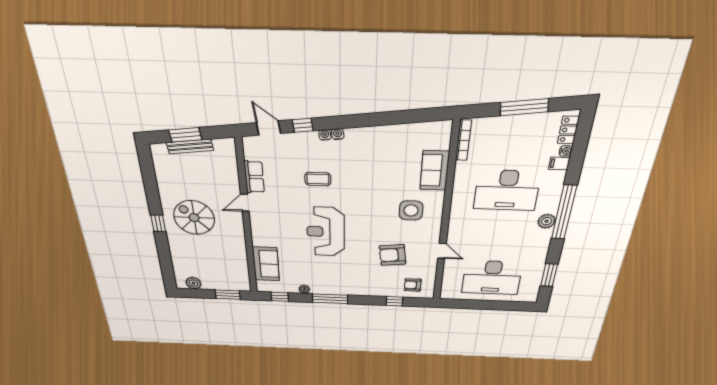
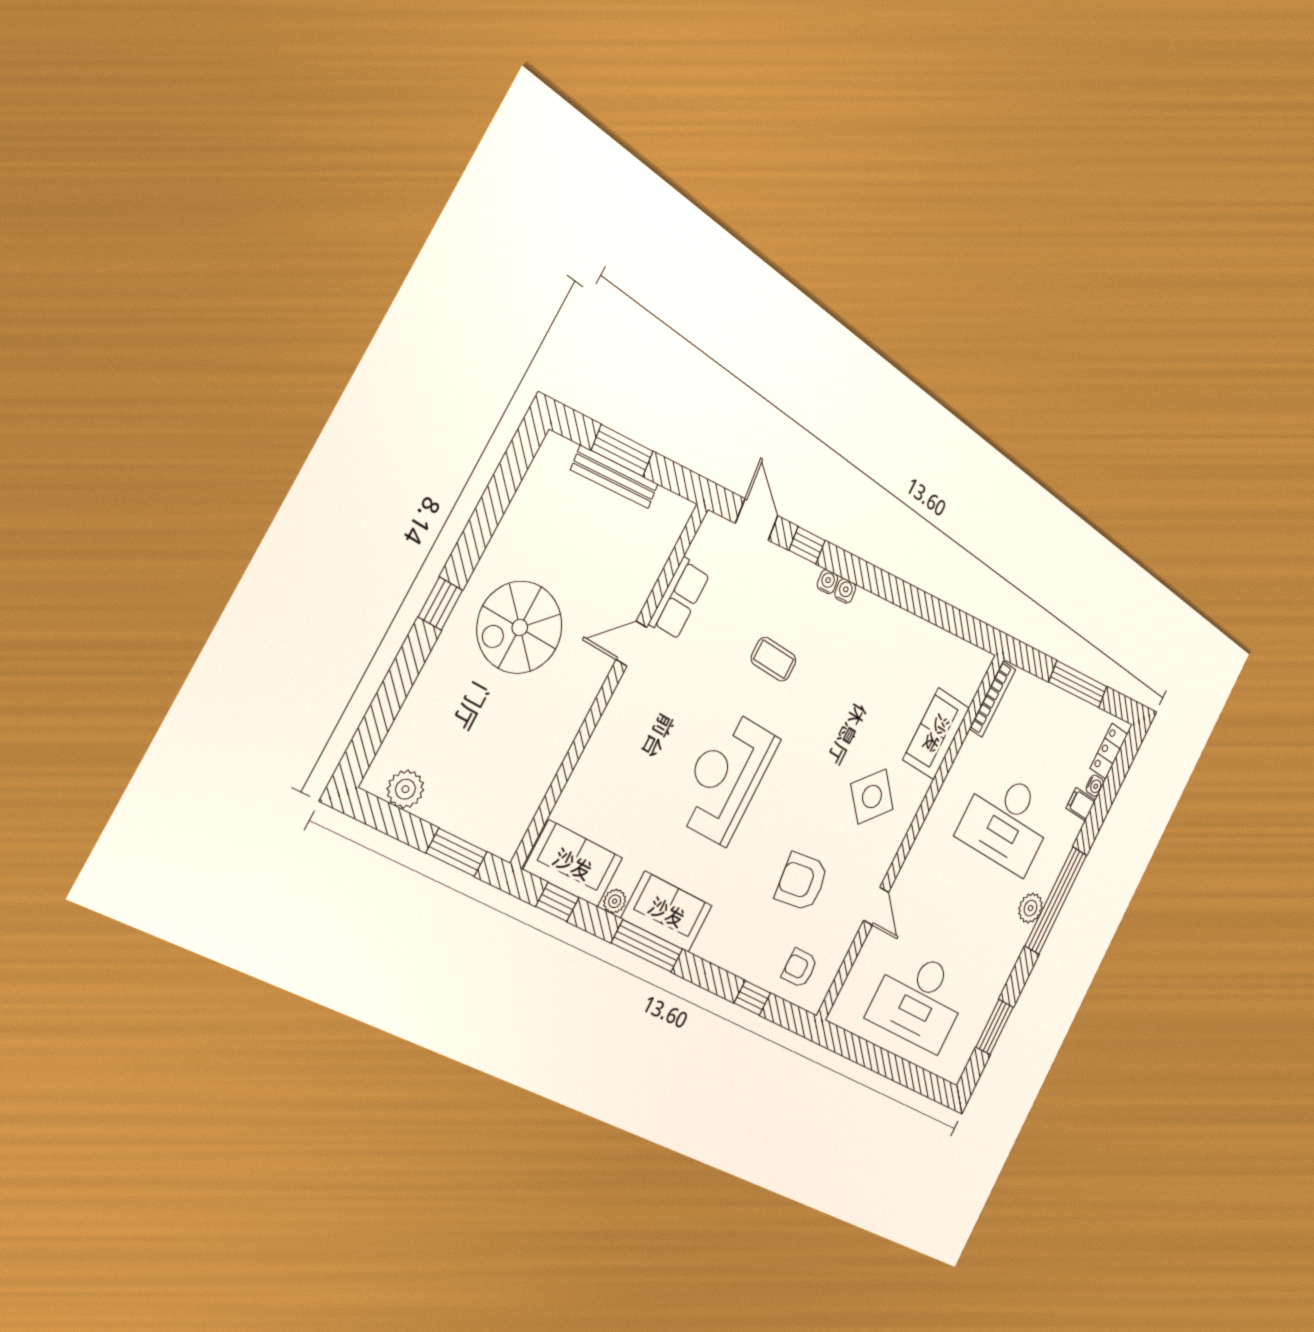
side table: (411, 210) -> (872, 797), turned 45
spiral stairs: (194, 218) -> (520, 628), turned -90
sofa: (266, 264) -> (573, 864), moved, turned -90
sofa: (331, 286) -> (667, 912), added

